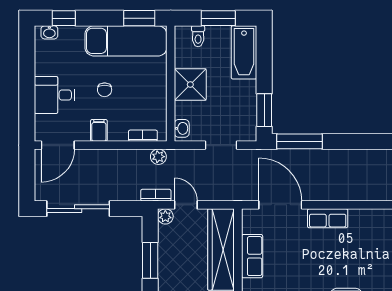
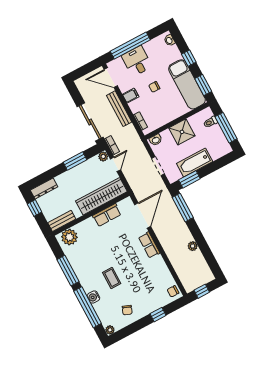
window: (64, 18) -> (189, 58), moved
window: (218, 18) -> (226, 128), width x1.44
bathtub: (244, 52) -> (195, 163), moved
window: (27, 93) -> (130, 46), added
bench: (109, 157) -> (119, 109), added
plant: (158, 157) -> (193, 246), moved
sliding door: (78, 209) -> (90, 122), moved

